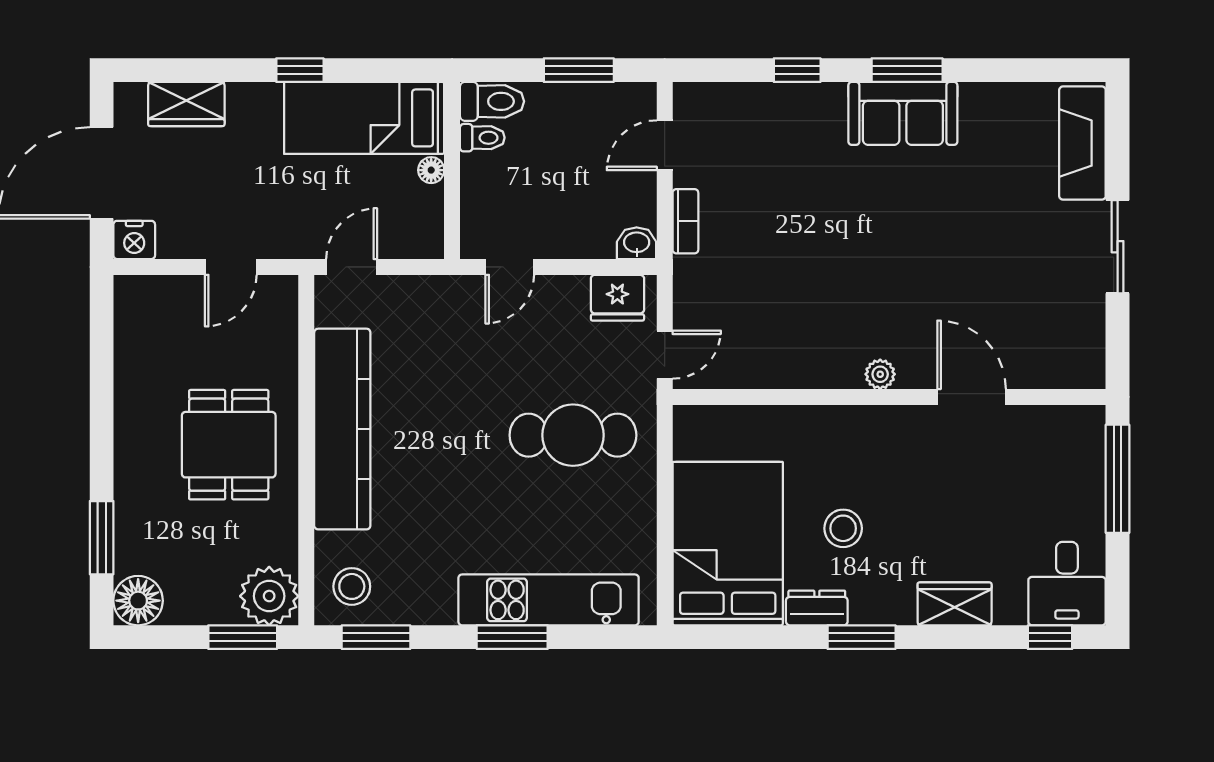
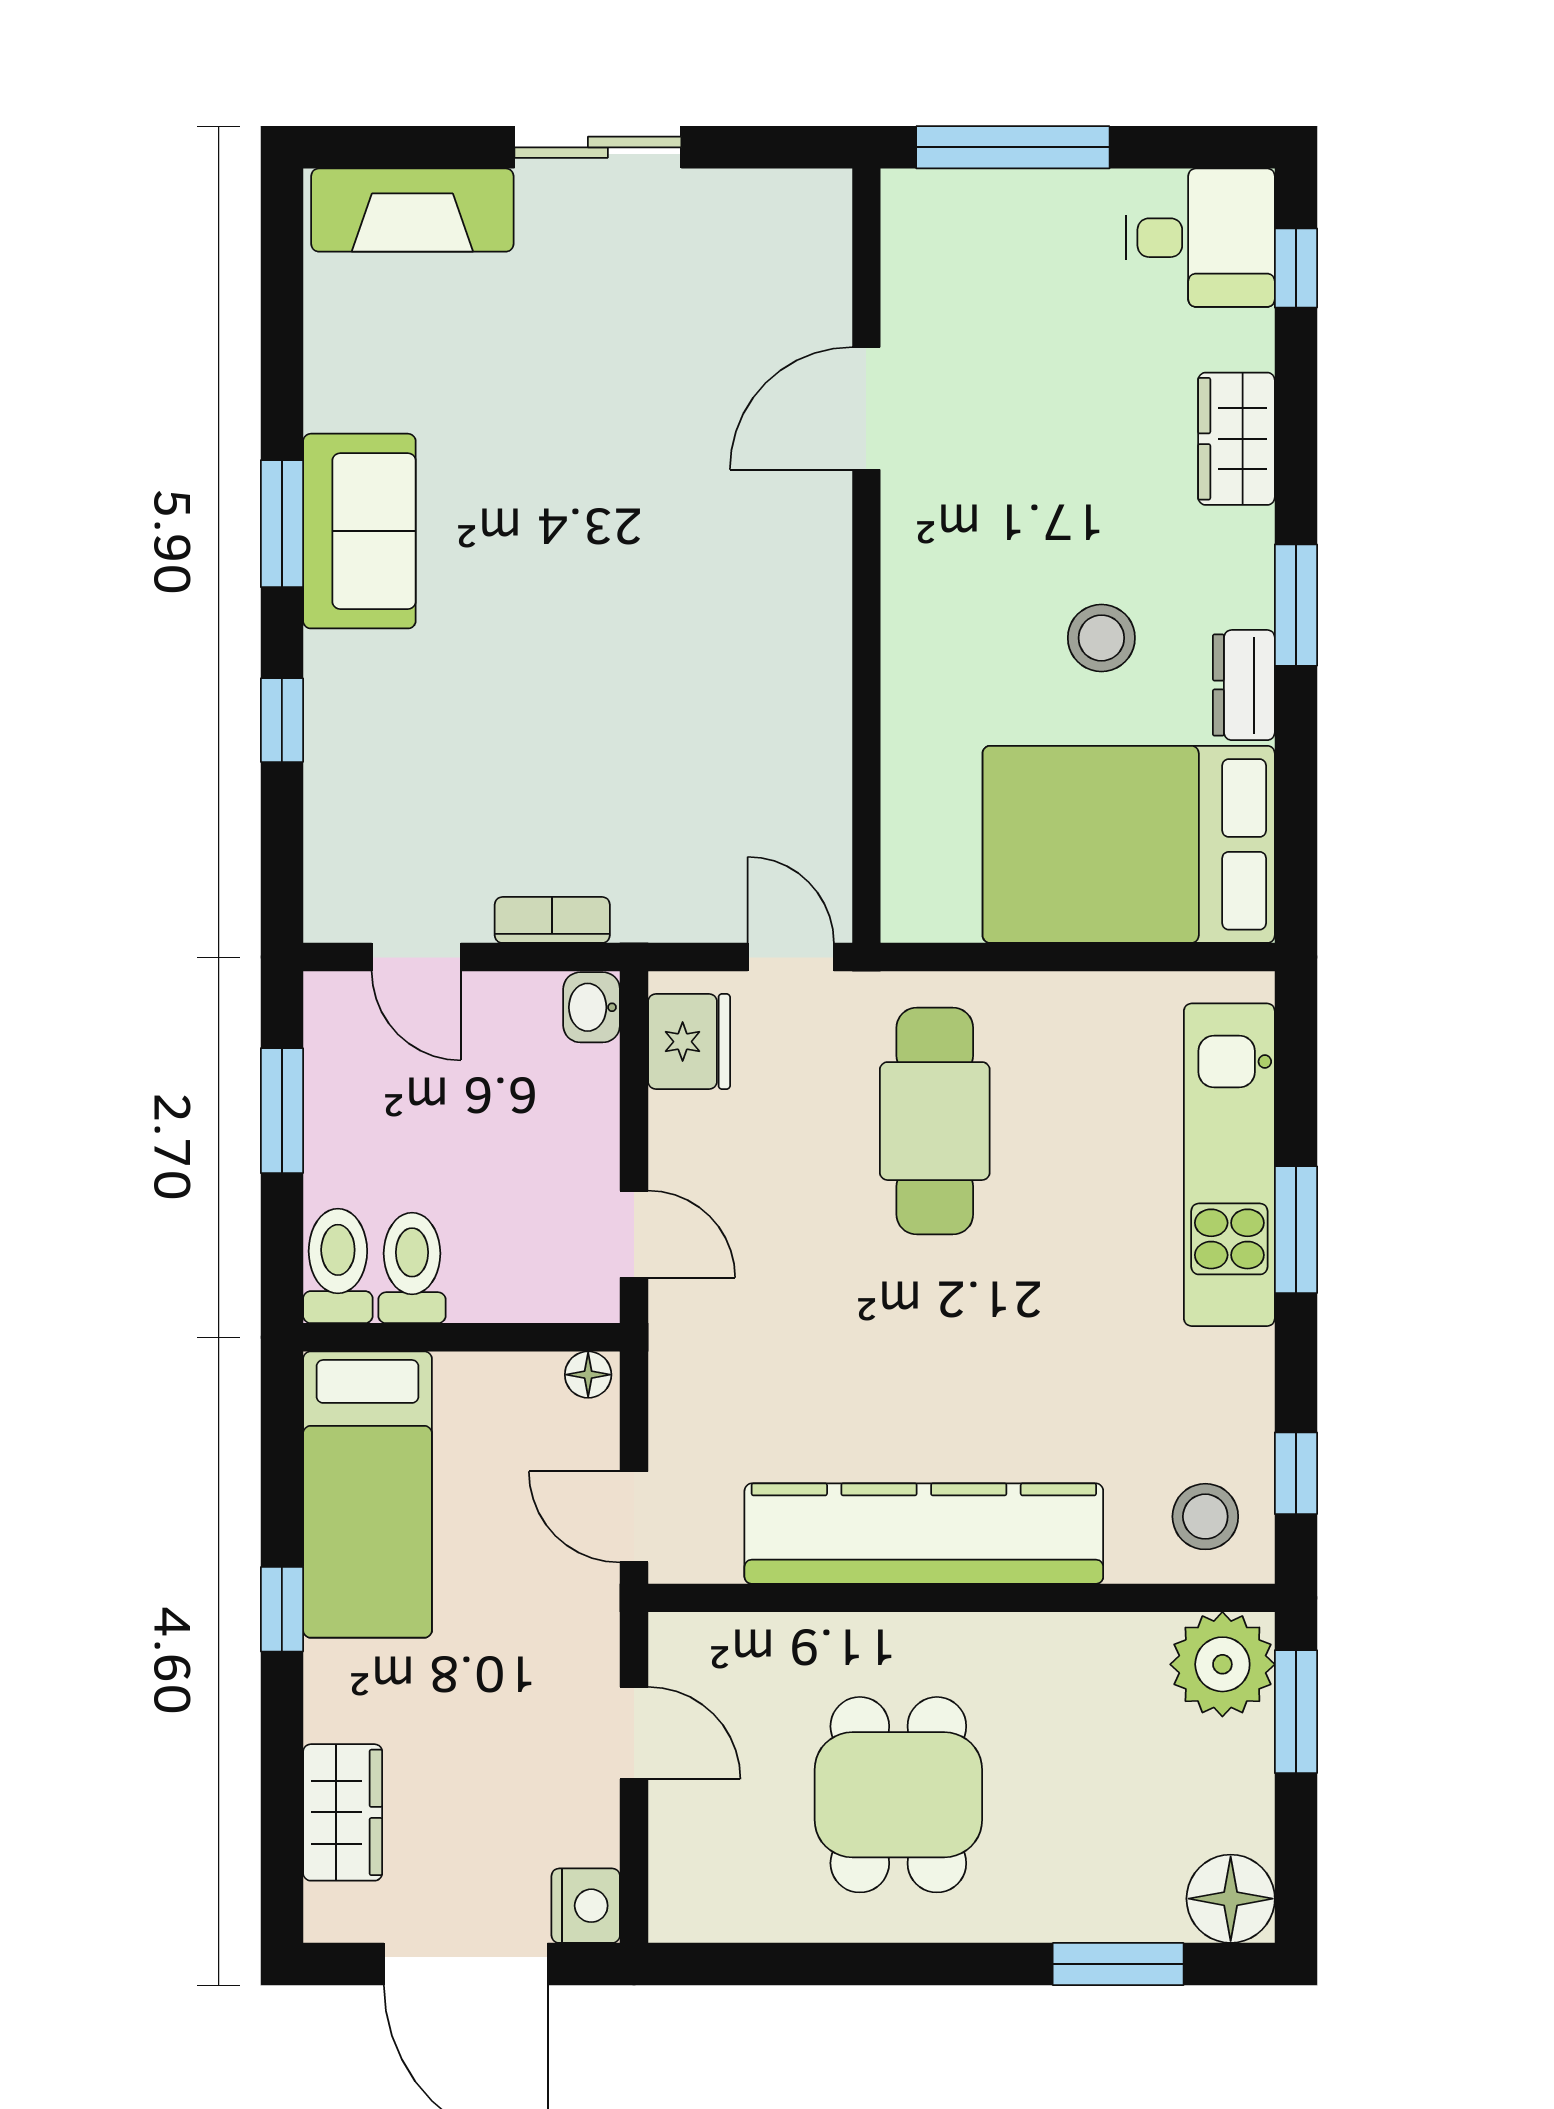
toilet: (482, 138) -> (412, 1268), width x1.37, depth x1.39
floor lamp: (431, 170) -> (588, 1375), moved
plant: (880, 374) -> (826, 572), removed
dining table: (229, 445) -> (898, 1795), moved, turned 90
window: (376, 637) -> (1296, 1473), width x0.67

